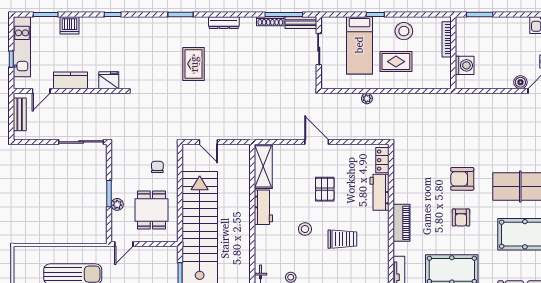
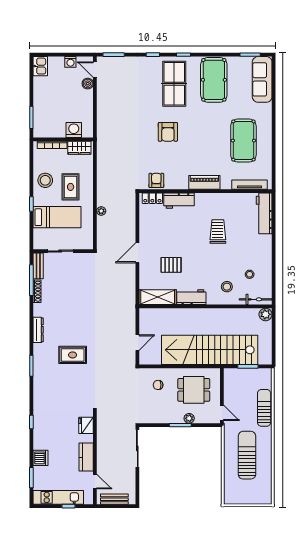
wardrobe: (443, 72) -> (79, 148), added
pallet: (325, 189) -> (171, 265), moved
armchair: (461, 218) -> (156, 180), moved, turned -90
stool: (305, 229) -> (227, 287), moved

